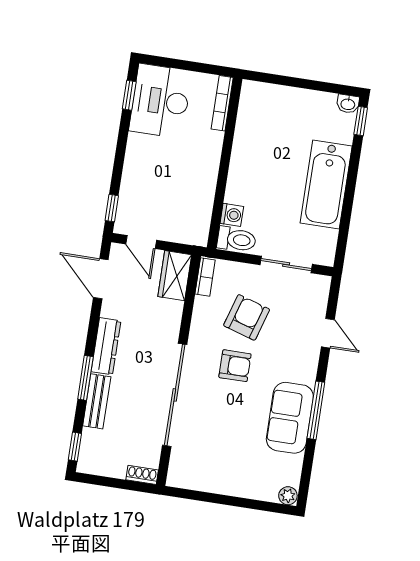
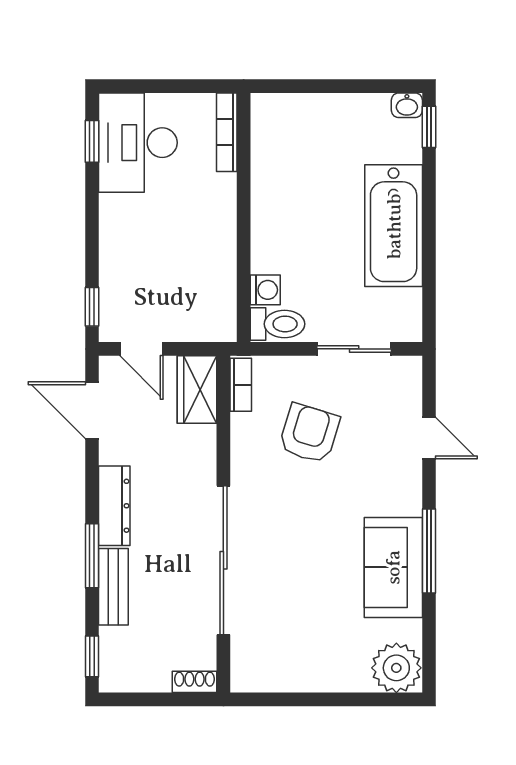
armchair: (235, 366) -> (303, 505), removed
plant: (288, 496) -> (396, 668), width x1.88, depth x1.88

